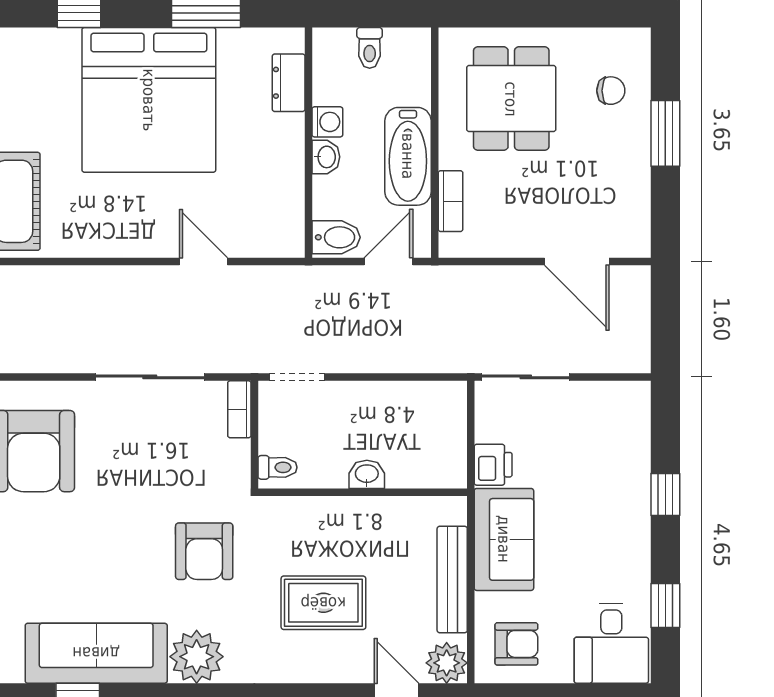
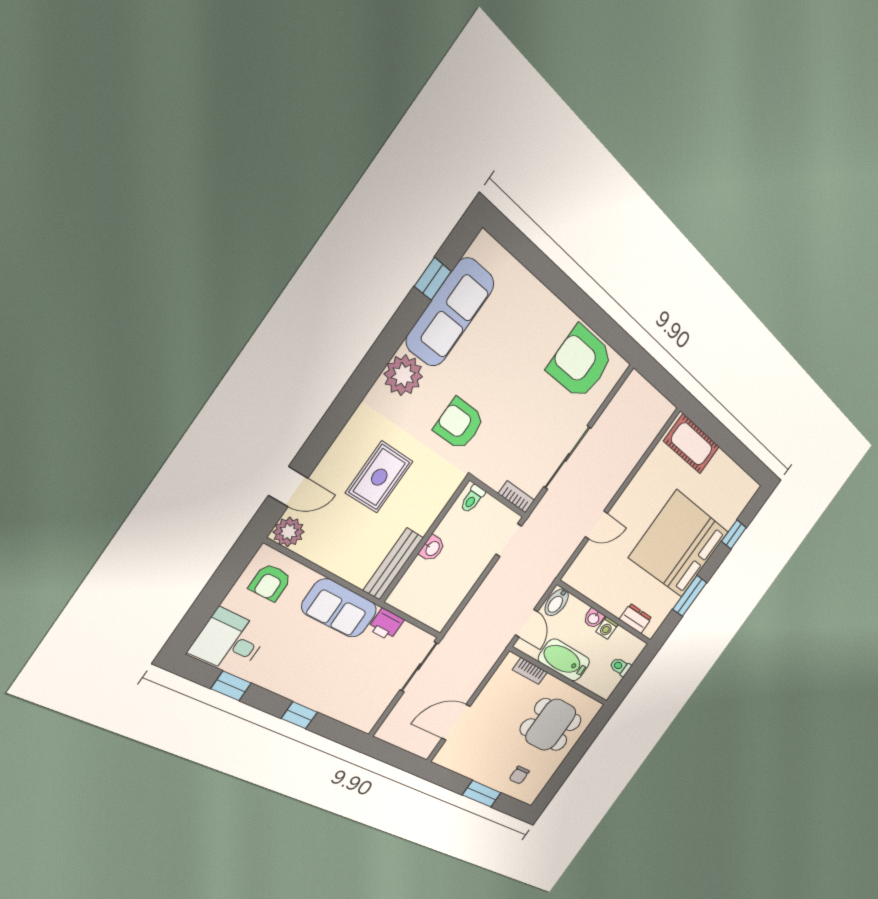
bench: (452, 580) -> (393, 564), moved, turned 90

